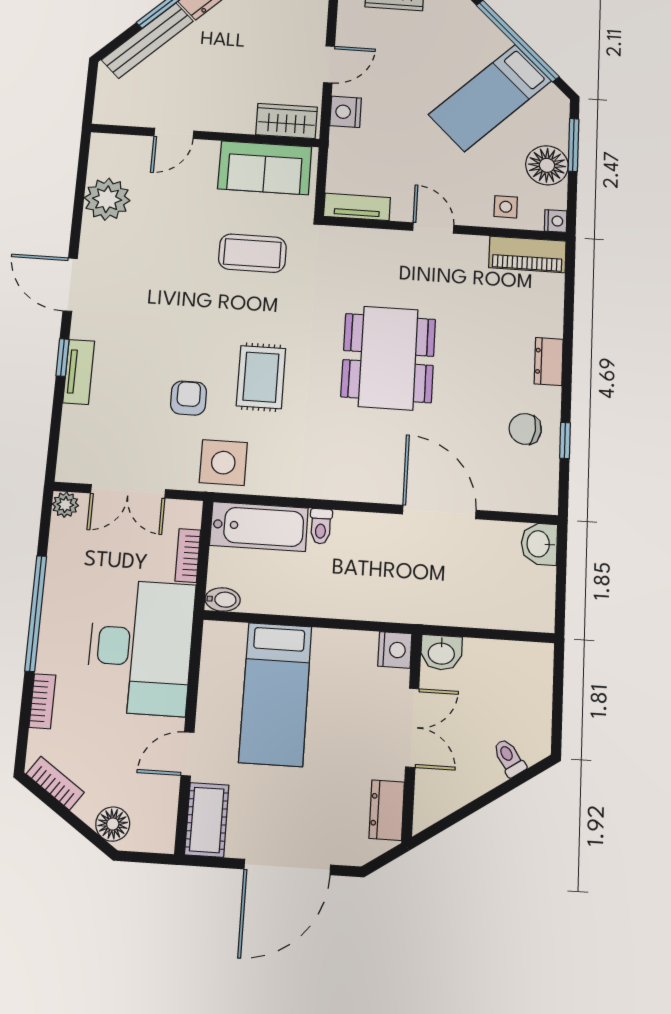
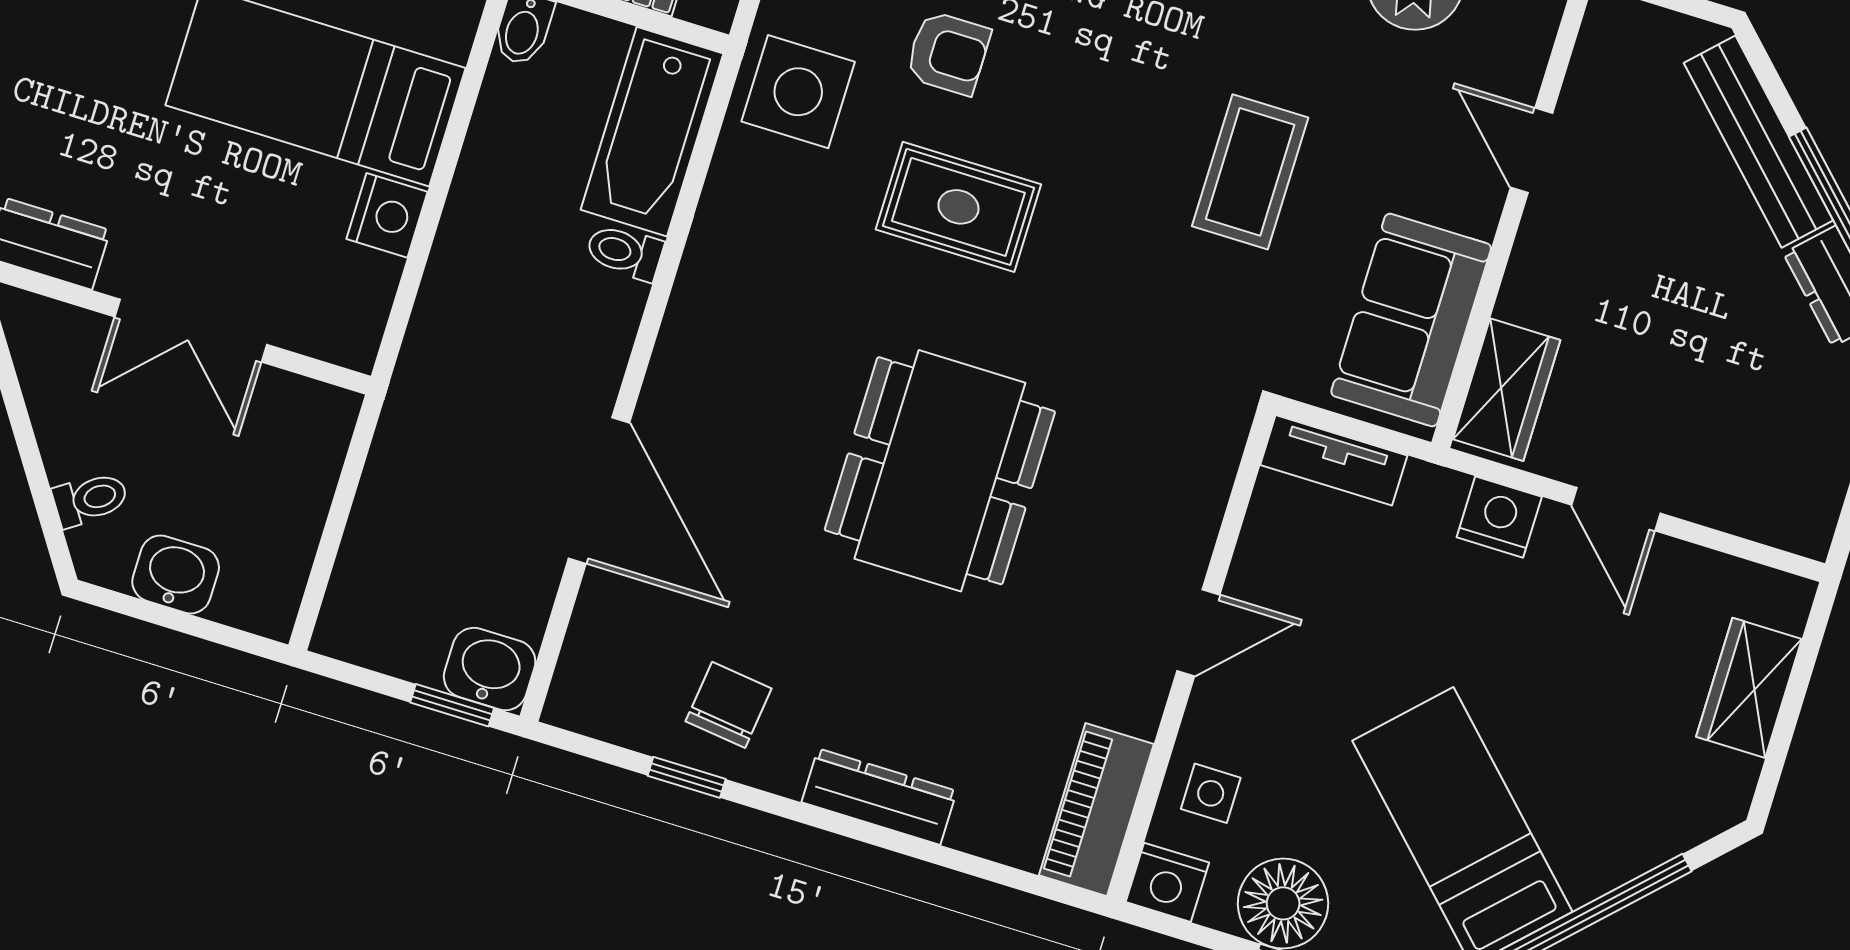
tv unit: (357, 207) -> (1334, 460), moved, turned 90
nightstand: (556, 221) -> (1167, 882), width x1.39, depth x1.35
coffee table: (252, 253) -> (1250, 172), moved
dining table: (388, 358) -> (940, 471), turned 90
dresser: (549, 361) -> (879, 797), width x1.44
door: (439, 512) -> (599, 491), hinge flipped
window: (562, 558) -> (452, 705), added
nightstand: (395, 650) -> (387, 215), moved, turned -90
washbasin: (441, 653) -> (176, 574), moved, turned 90

